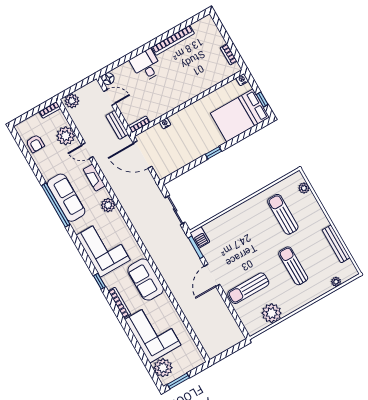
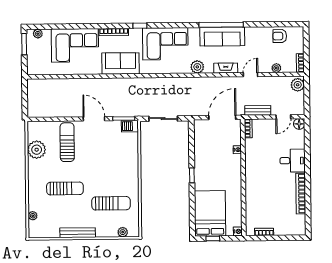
plant: (66, 136) -> (276, 68), width x0.53, depth x0.53
bench: (336, 244) -> (78, 233), moved
plant: (163, 368) -> (38, 34), width x0.53, depth x0.53

